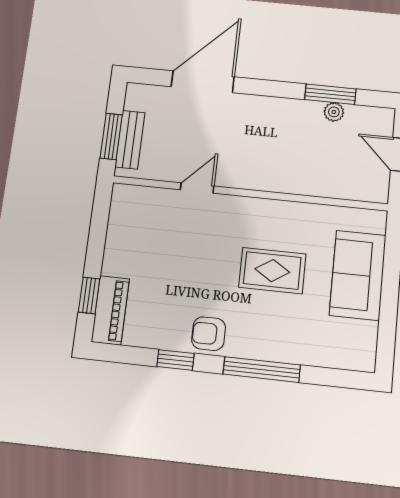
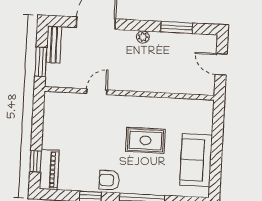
plant: (334, 112) -> (143, 37), moved
bench: (130, 140) -> (54, 44), moved
sofa: (358, 275) -> (196, 160), moved

